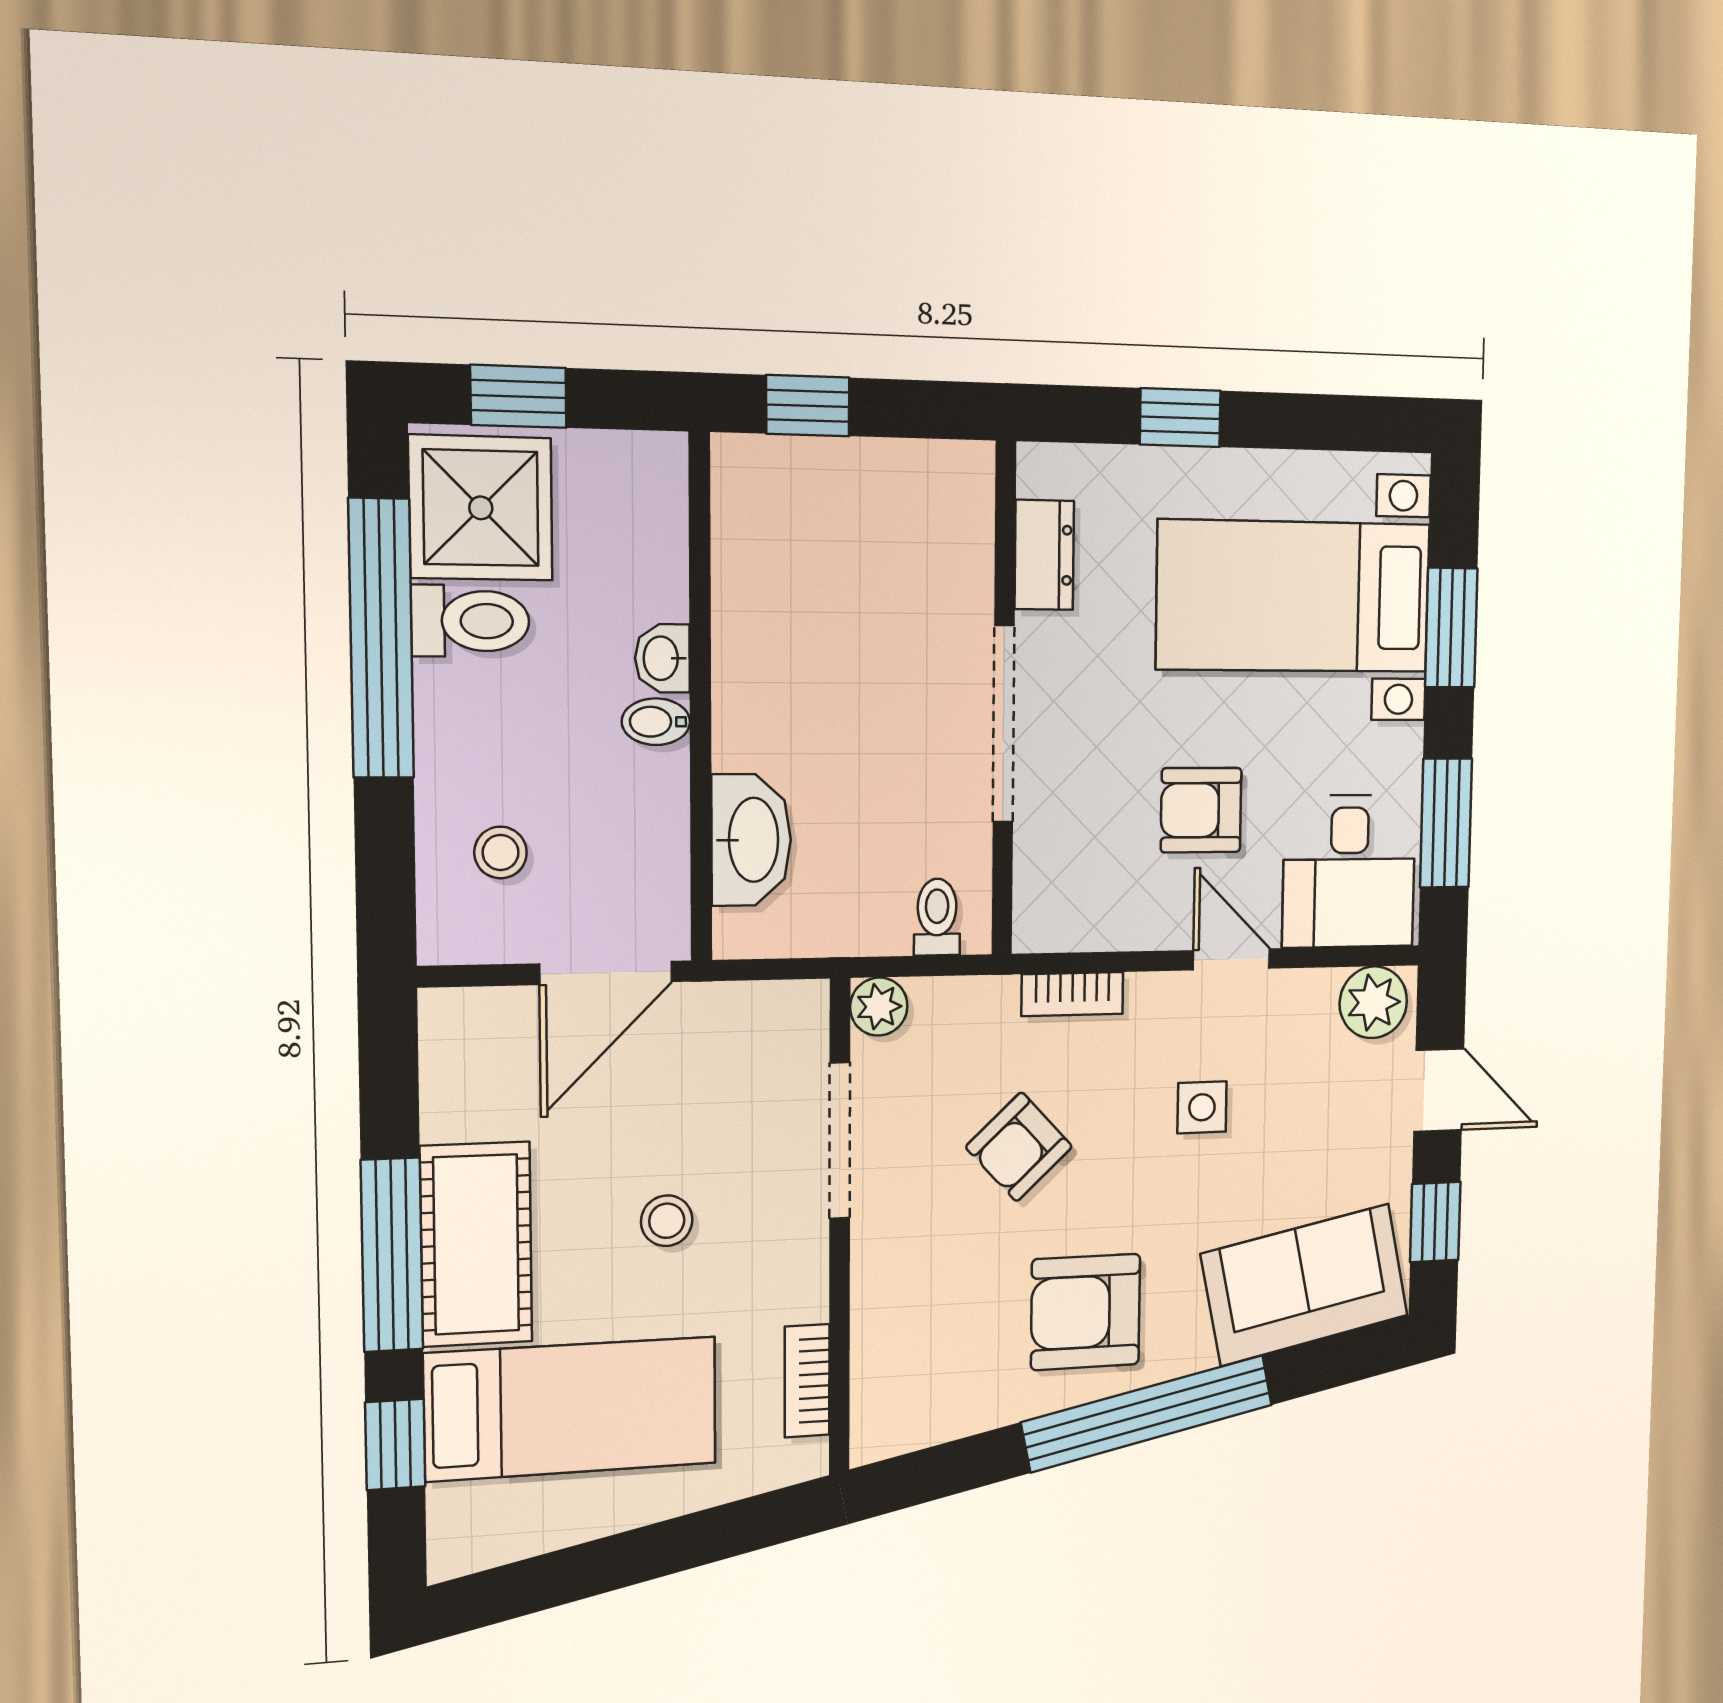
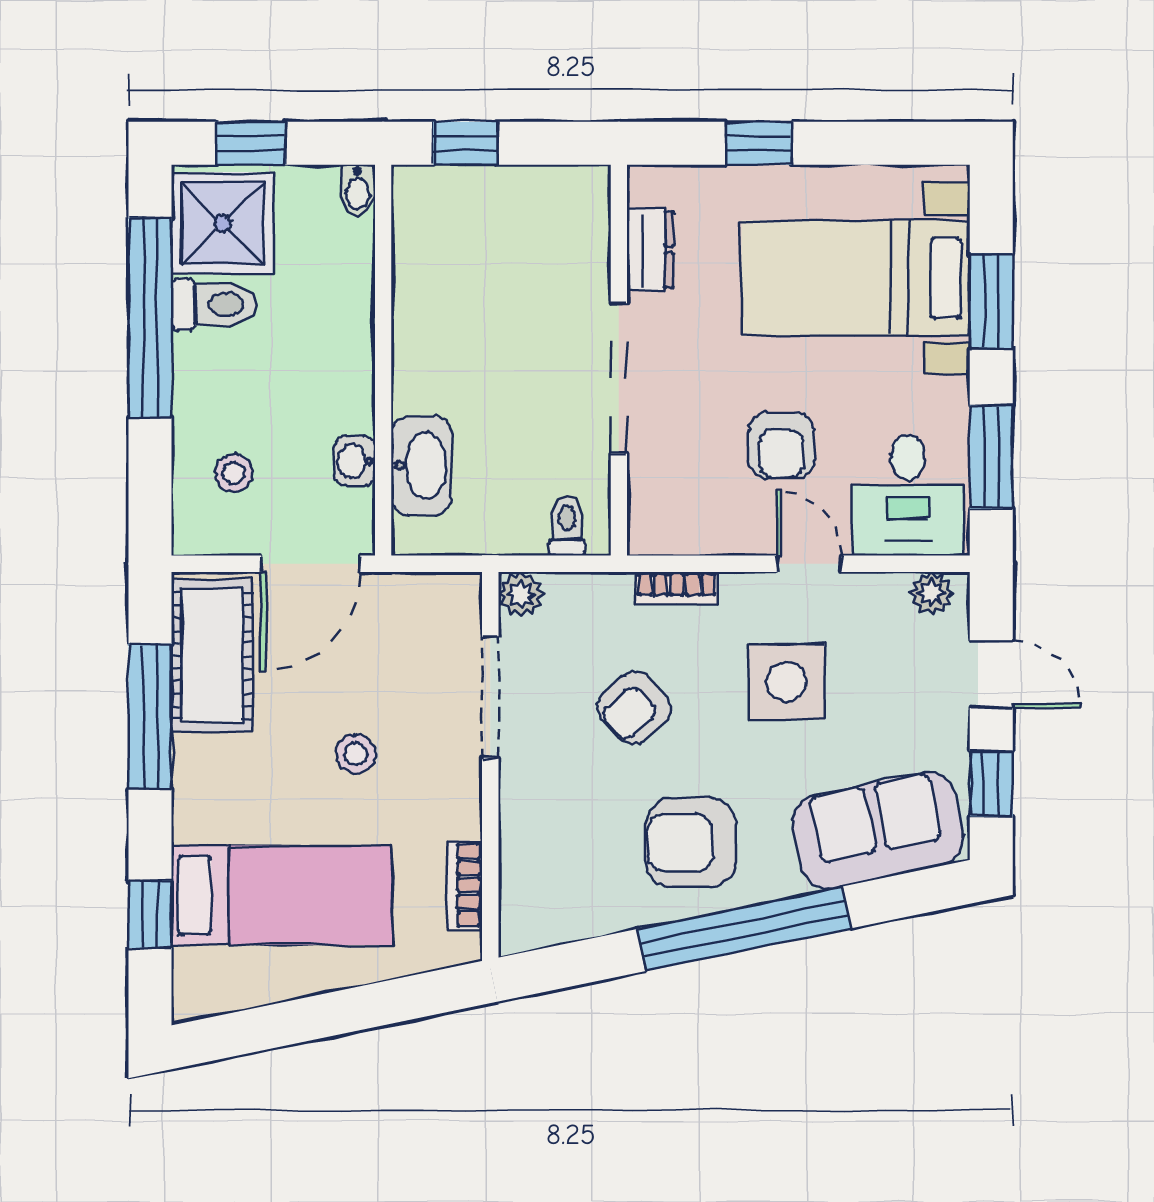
washbasin: (662, 658) -> (355, 461), moved
bidet: (656, 722) -> (358, 190), moved, turned -90
armchair: (1201, 810) -> (781, 445), turned -90
plant: (1373, 1002) -> (932, 593), width x0.73, depth x0.73
side table: (1202, 1107) -> (786, 682), width x1.87, depth x1.87
cot: (476, 1244) -> (212, 656), moved
window: (392, 1255) -> (150, 716), moved

